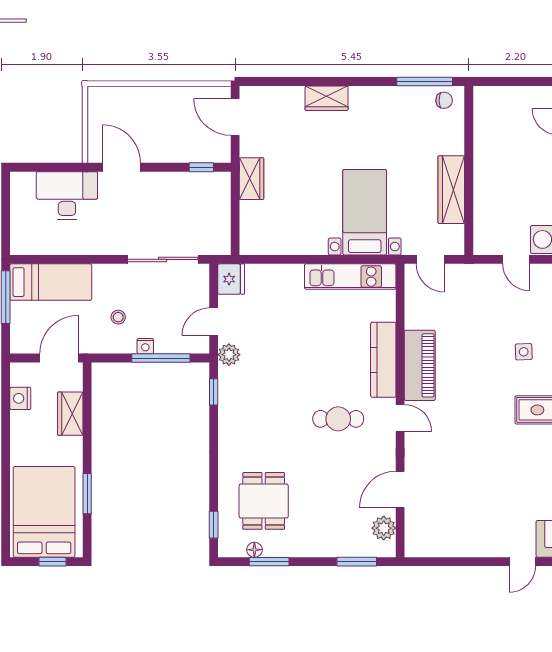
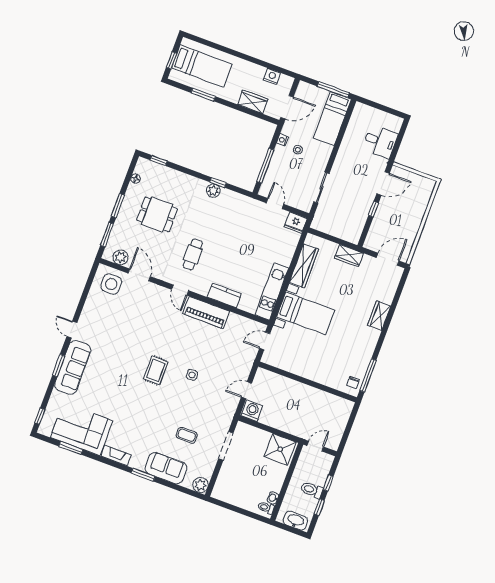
window: (201, 167) -> (374, 209), moved
wardrobe: (451, 190) -> (304, 266), moved, turned 90
desk: (67, 195) -> (380, 141), width x0.73
sliding door: (163, 259) -> (321, 188), width x0.73
nightstand: (145, 346) -> (283, 140), moved
plant: (229, 355) -> (213, 191), moved
door: (59, 358) -> (287, 107), hinge flipped
kitchen counter: (383, 360) -> (224, 295), width x0.67
window: (214, 392) -> (218, 183), moved
door: (400, 418) -> (180, 290), hinge flipped
dining table: (264, 501) -> (157, 214), moved
bed: (44, 512) -> (202, 66), width x0.67
side table: (430, 527) -> (111, 284), added
window: (269, 562) -> (118, 206), moved

